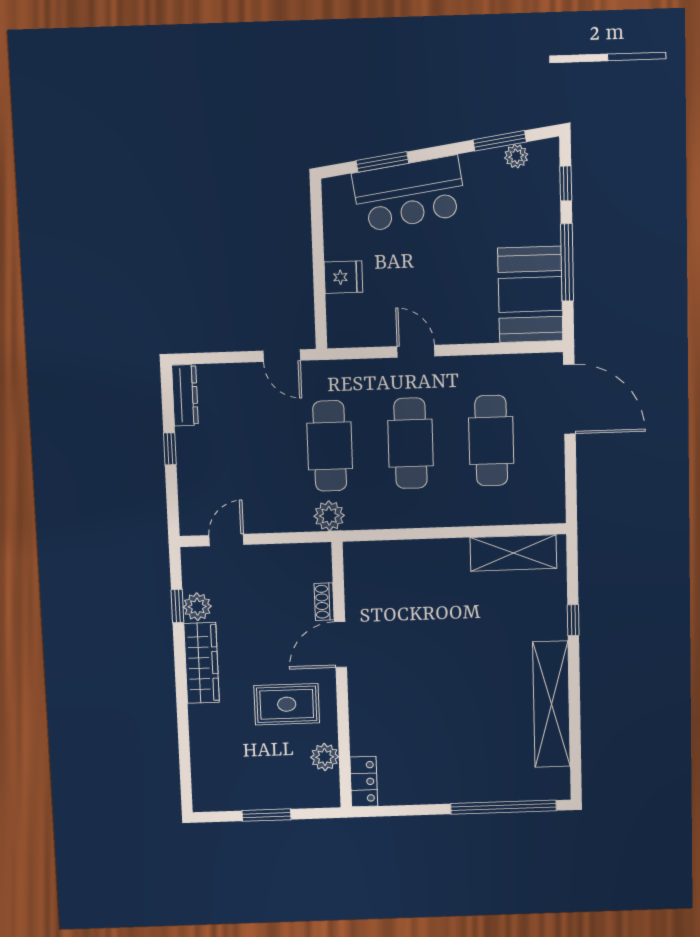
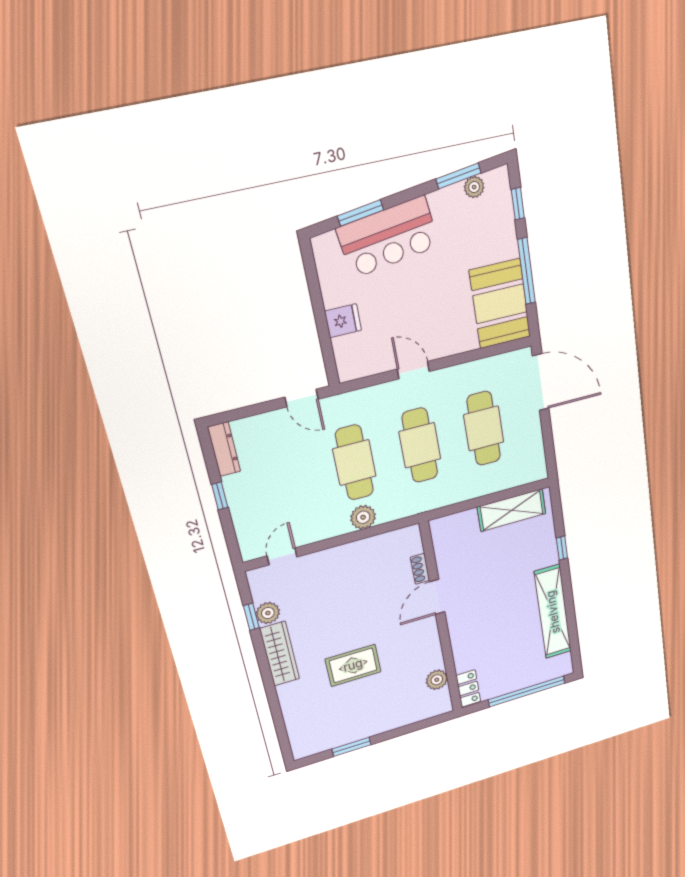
shoe rack: (324, 602) -> (420, 569), moved
door: (340, 645) -> (437, 597), moved
wall: (342, 676) -> (441, 619), moved
plant: (325, 757) -> (437, 680), moved
locker: (364, 782) -> (468, 688), moved

